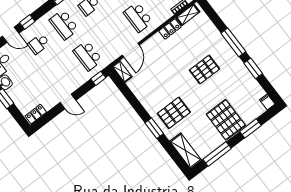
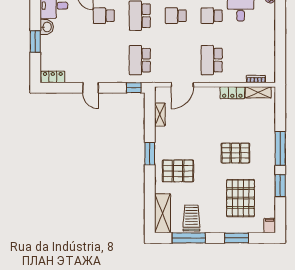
shelving: (122, 72) -> (160, 114), moved
pallet: (226, 120) -> (241, 198), moved
window: (154, 128) -> (150, 154), moved
trolley: (208, 139) -> (191, 218), added

